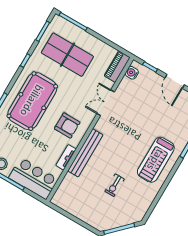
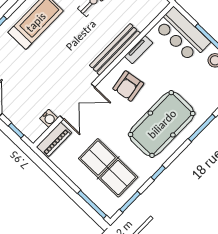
water cooler: (132, 73) -> (49, 118), moved
double door: (106, 103) -> (77, 101), width x1.37
armchair: (67, 125) -> (128, 86), turned -99

